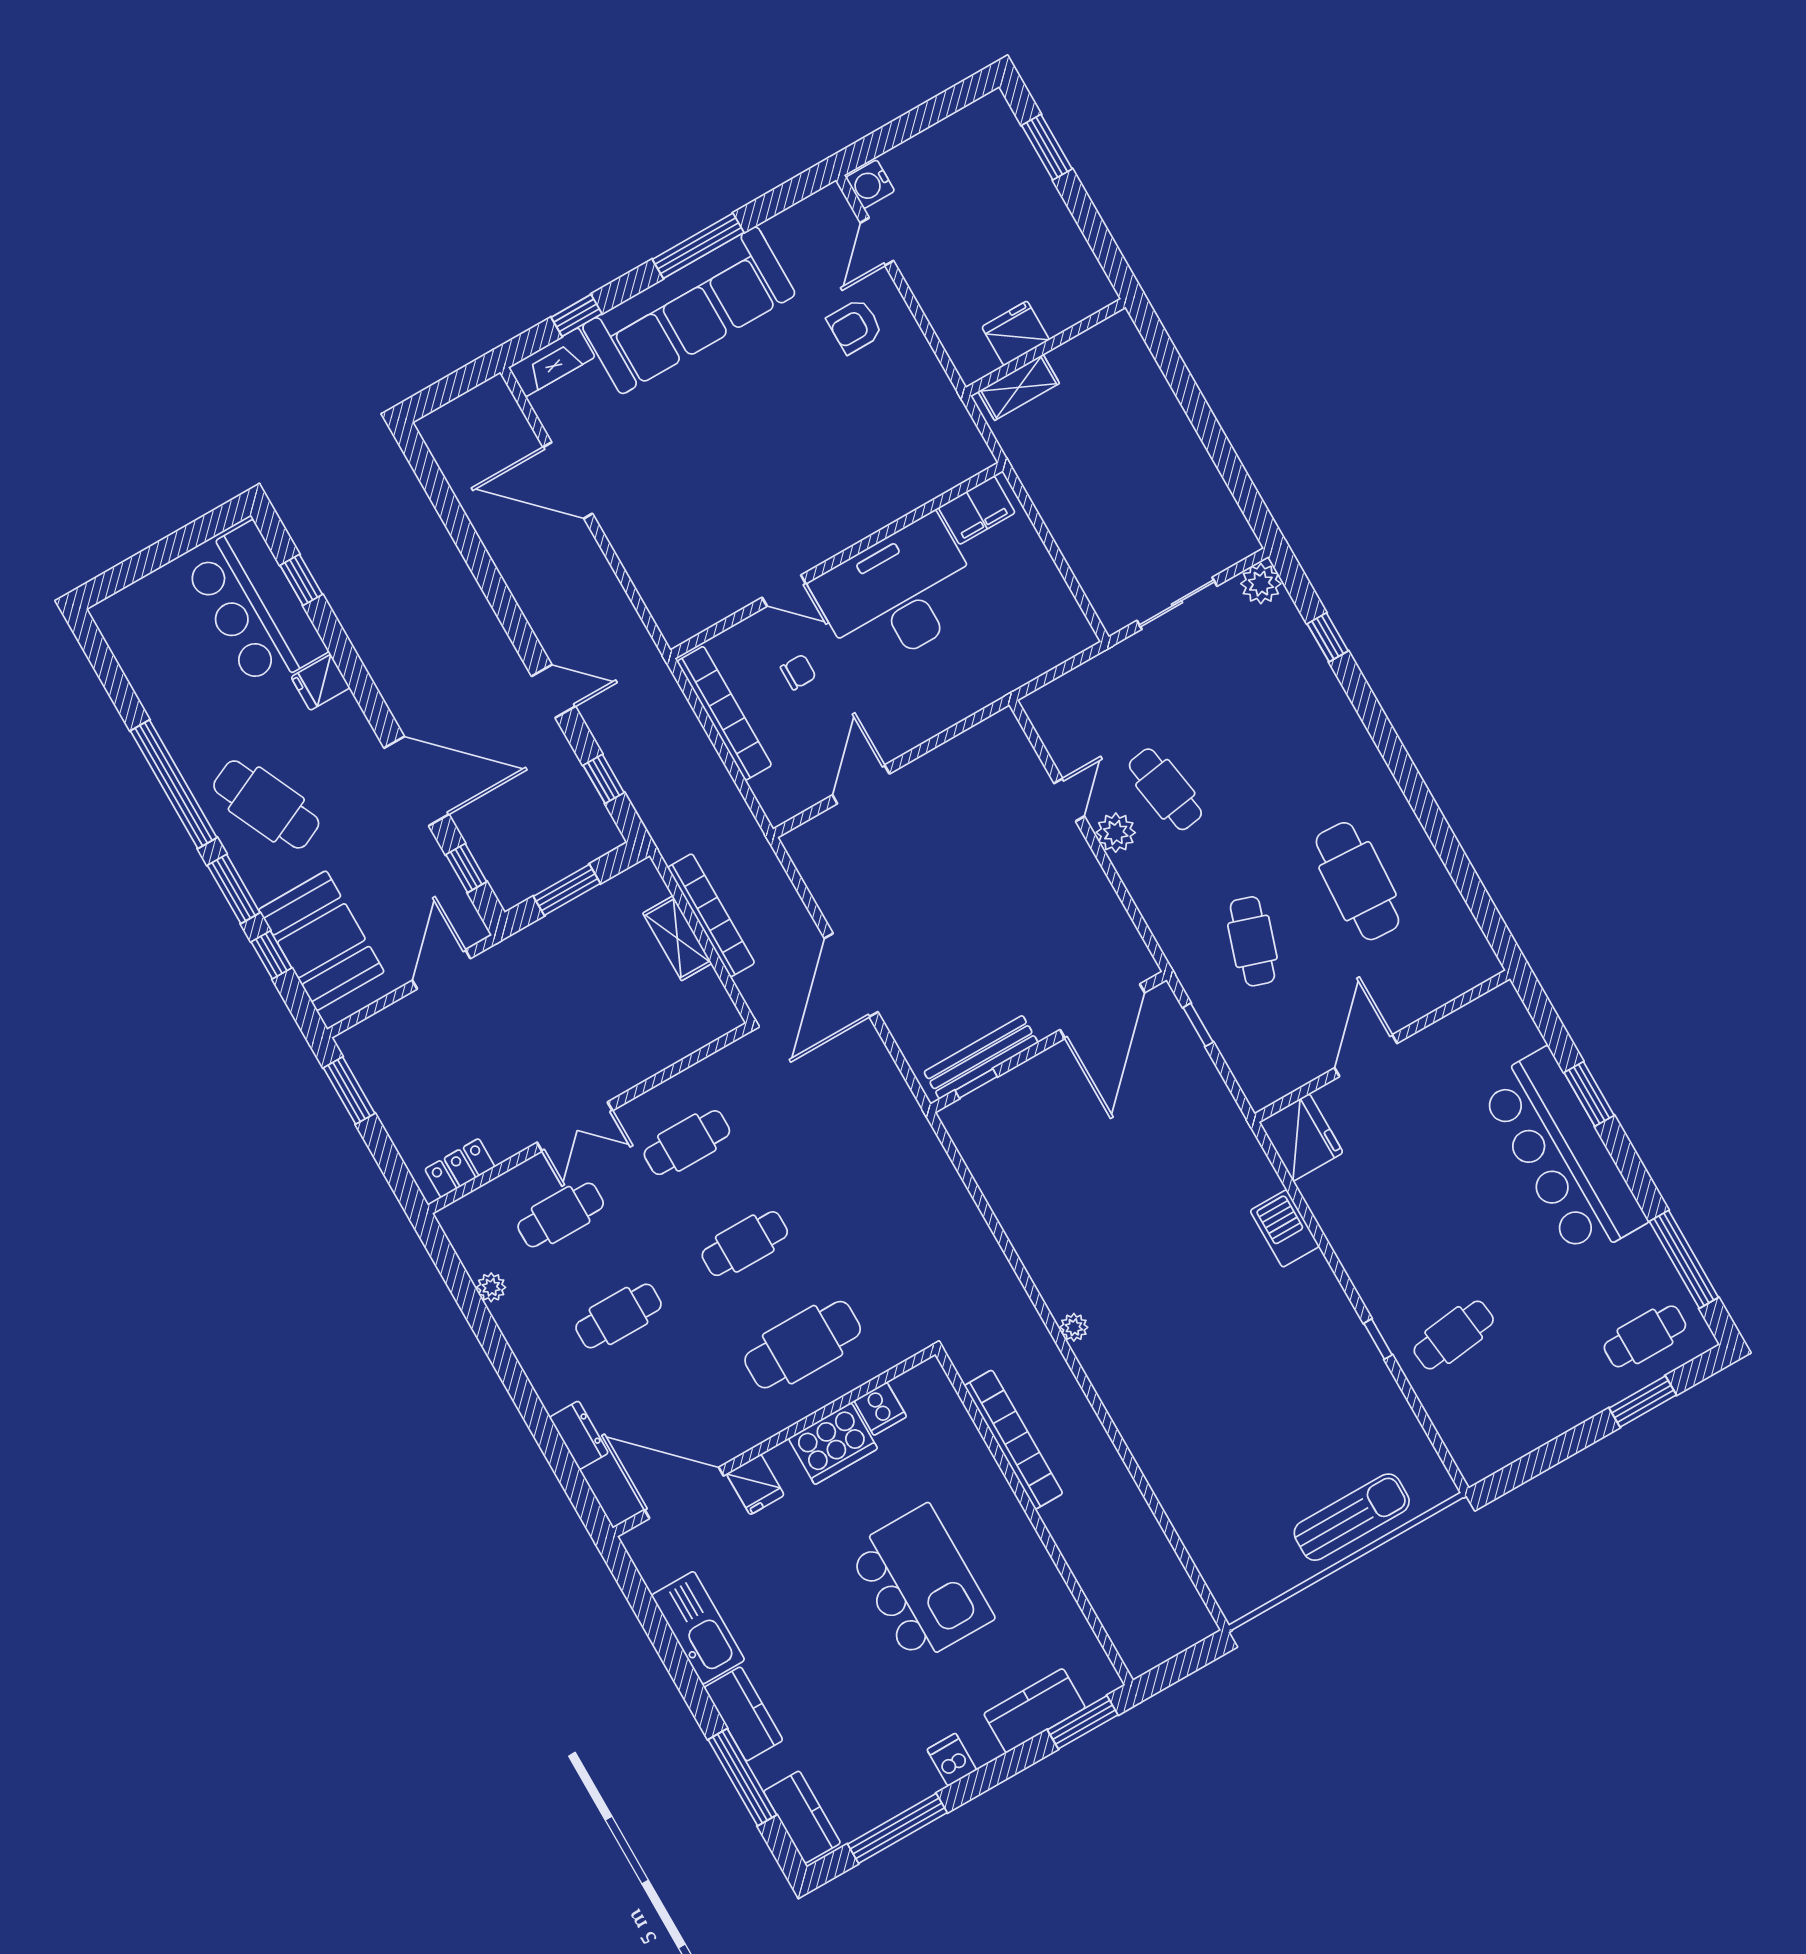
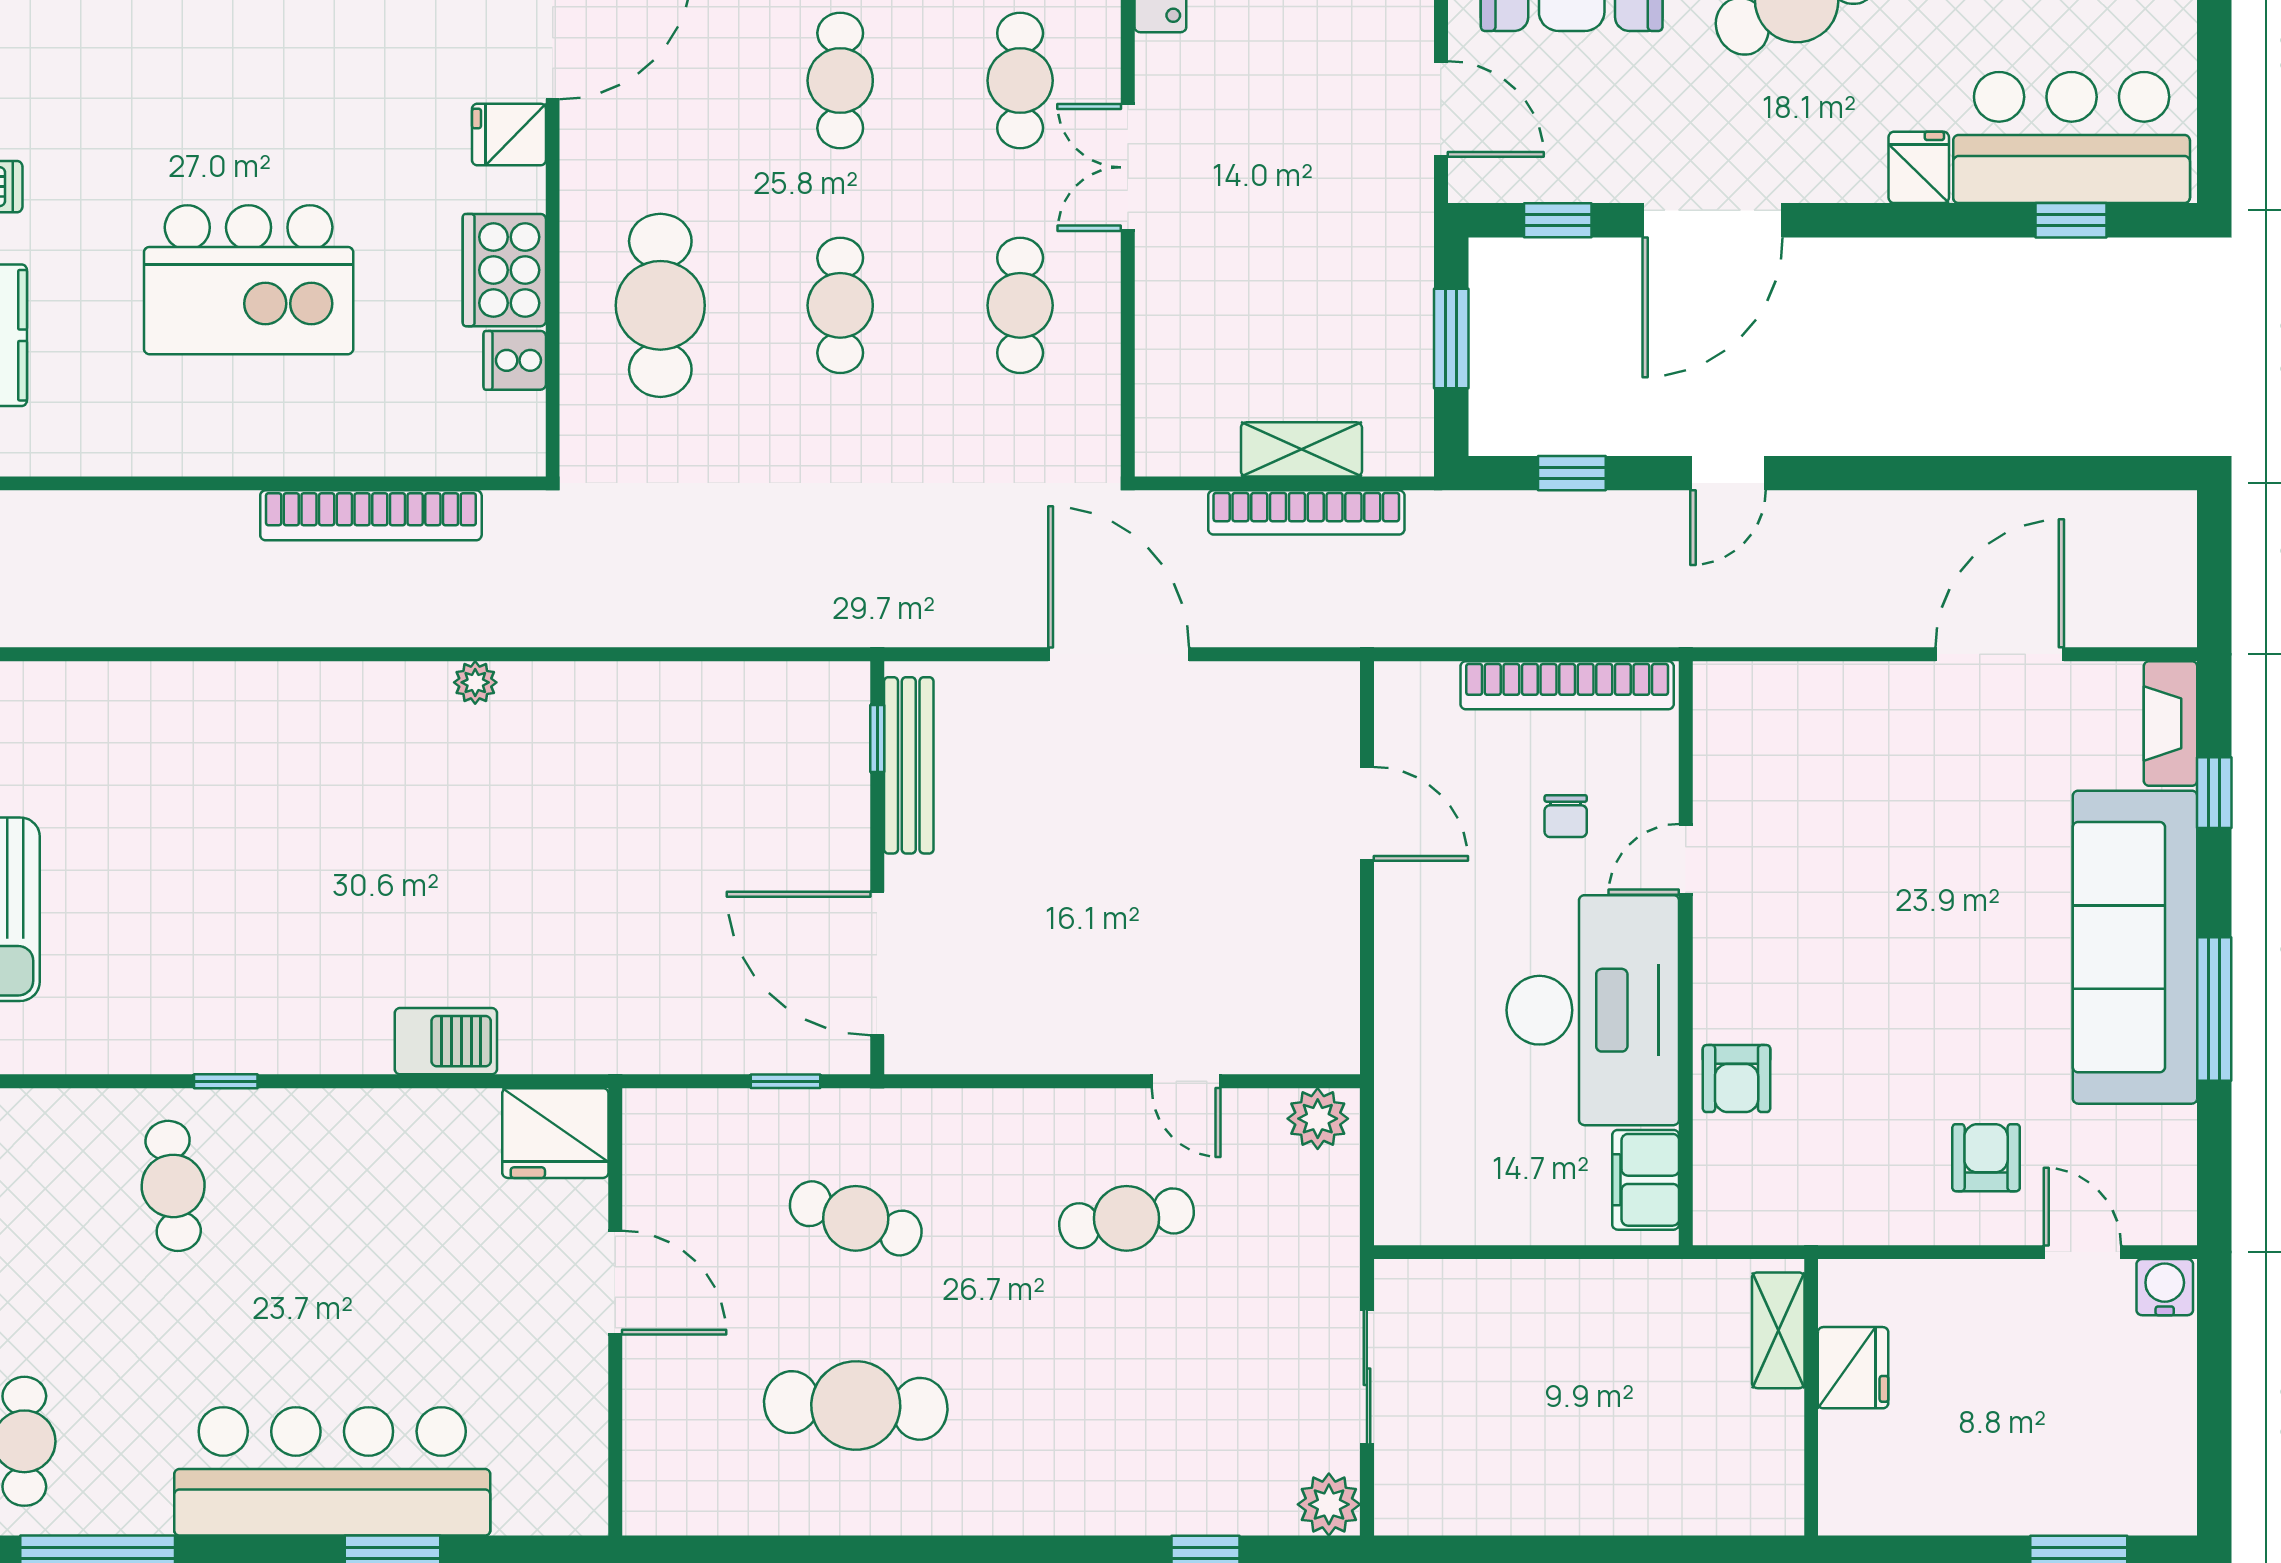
armchair: (891, 492) -> (1737, 1079), added
plant: (1116, 833) -> (1318, 1119), moved

